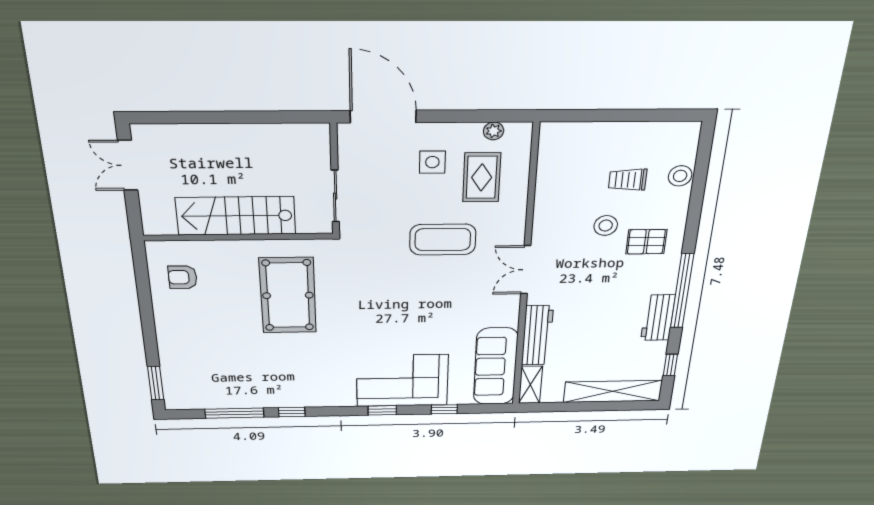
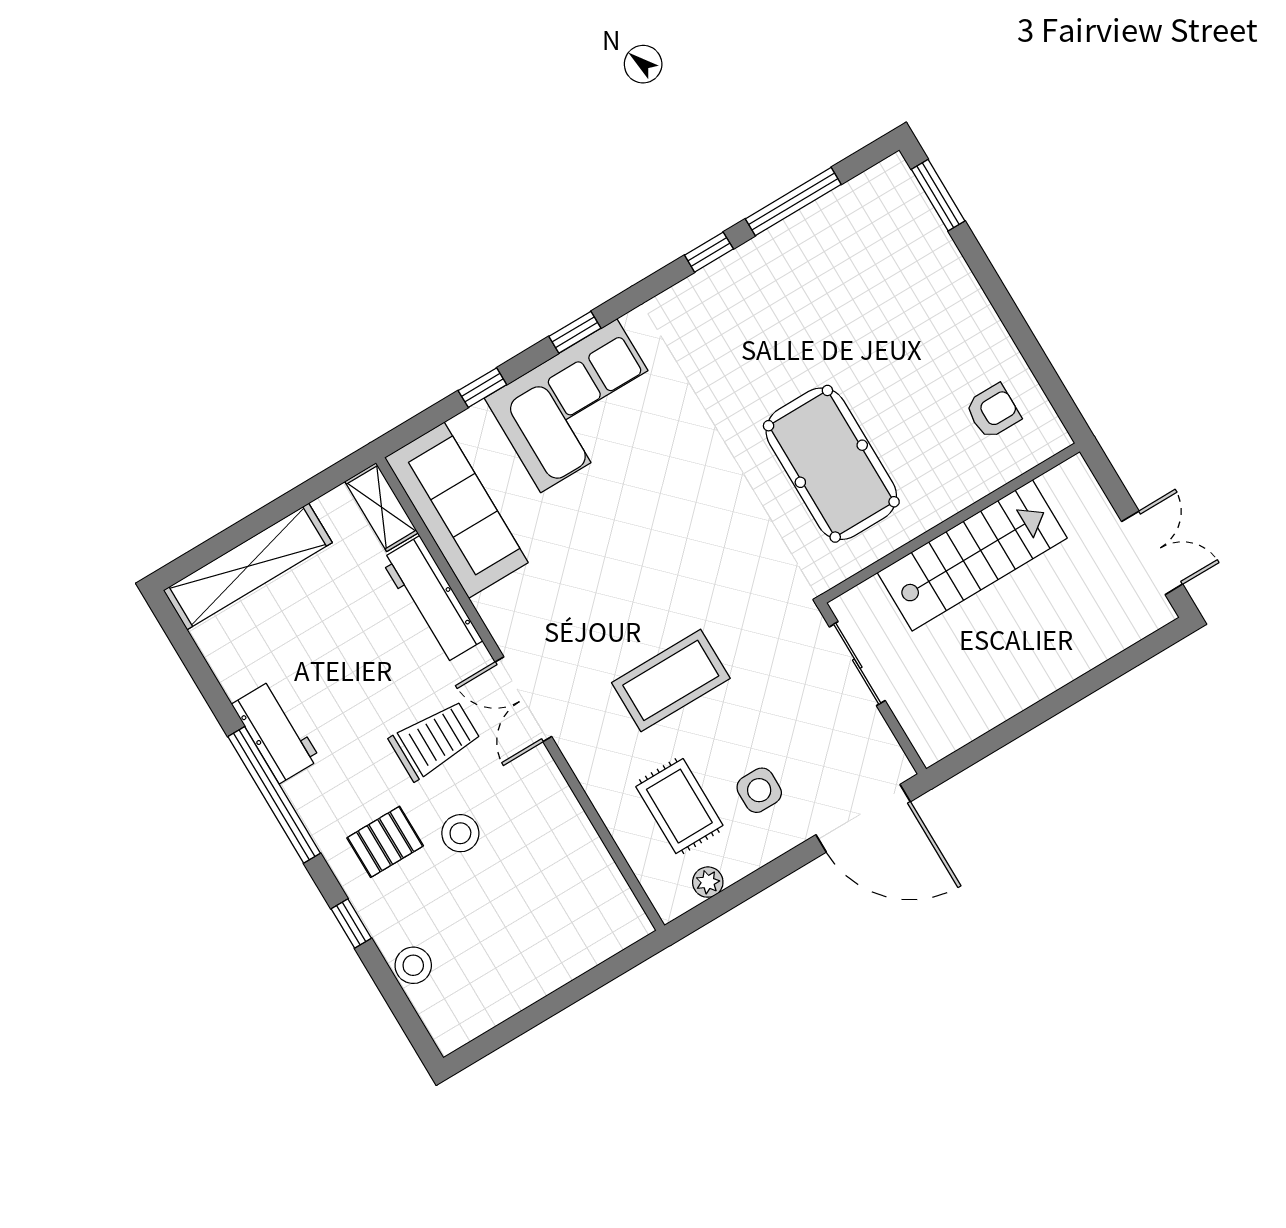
trolley: (628, 180) -> (435, 740), moved, width x1.36, depth x1.39
double door: (526, 270) -> (523, 699), swing flipped
window: (670, 365) -> (351, 924), moved

